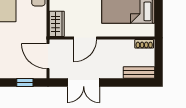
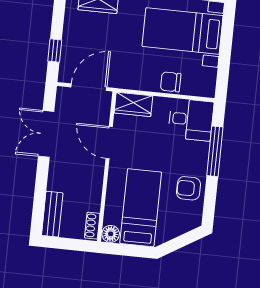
floor lamp: (149, 30) -> (111, 234), added

